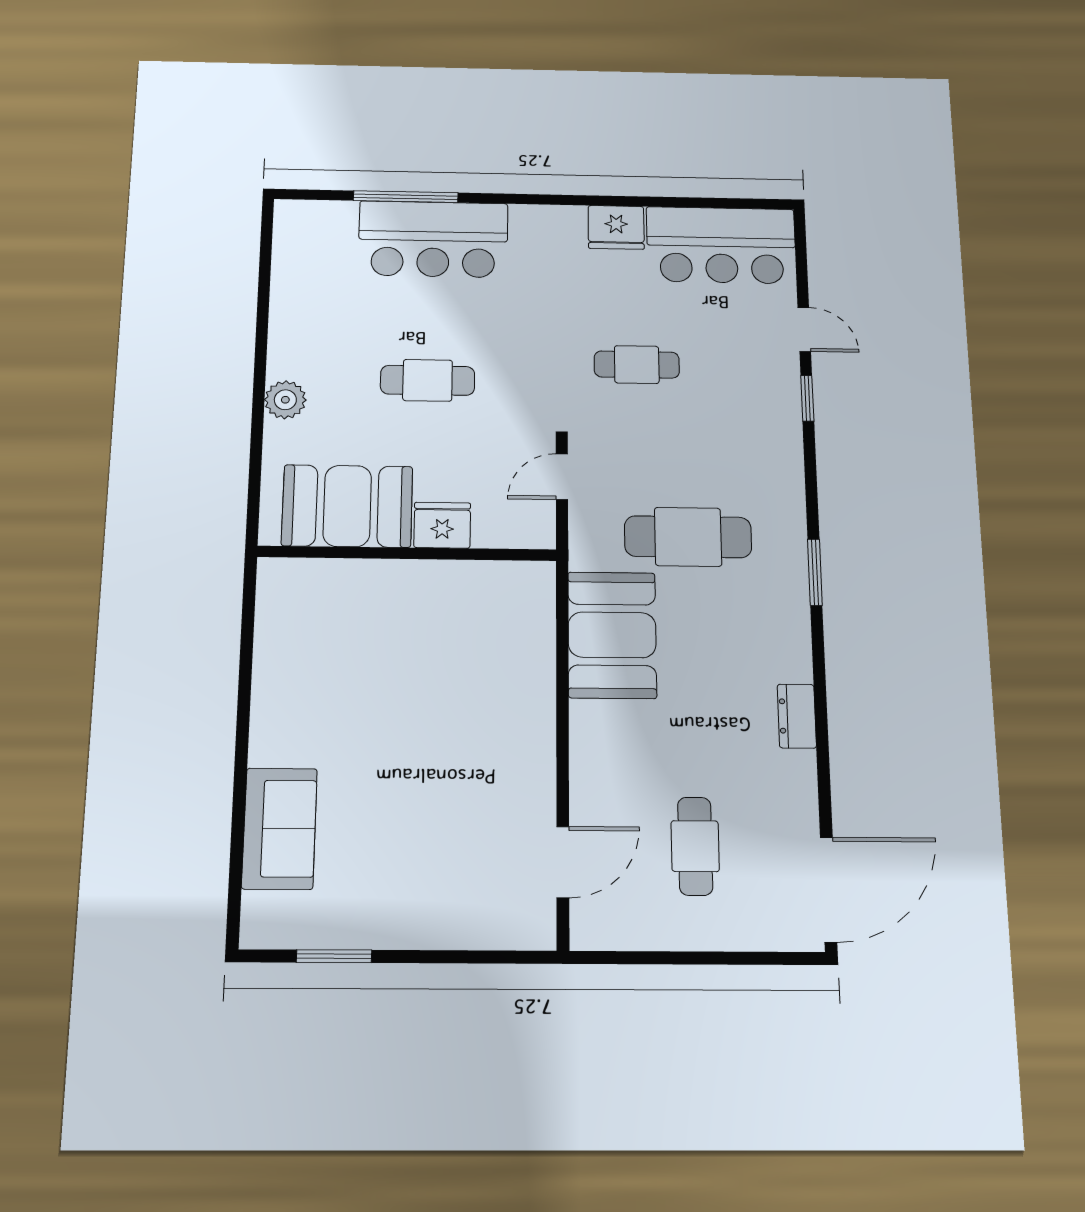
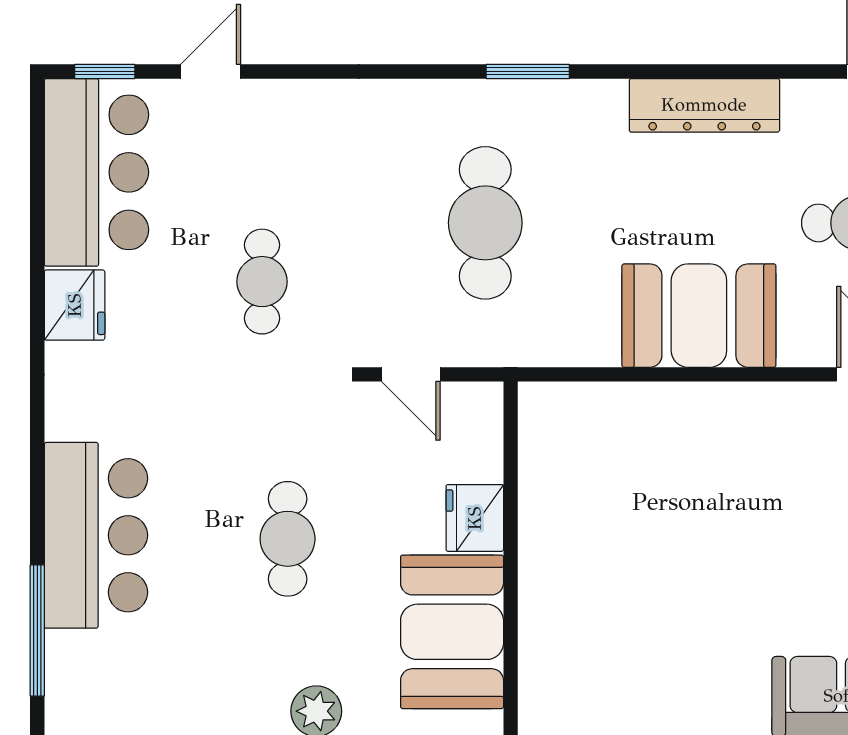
window: (406, 197) -> (37, 630), moved
window: (807, 398) -> (105, 71), moved
booth: (612, 635) -> (699, 316), moved
dresser: (797, 716) -> (704, 105), width x1.96, depth x1.24

